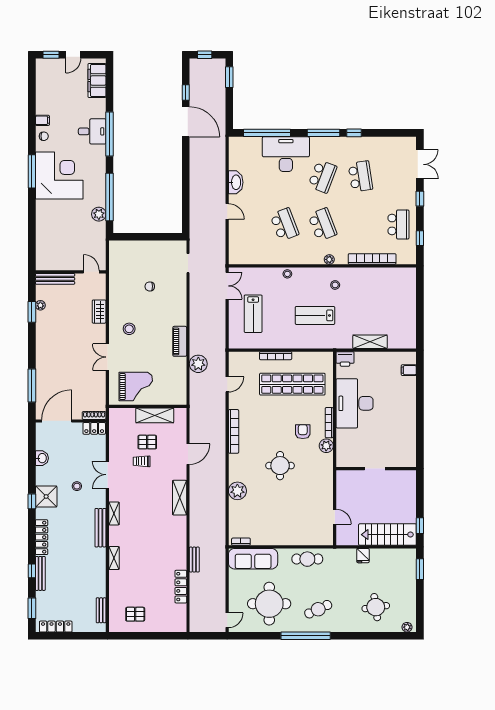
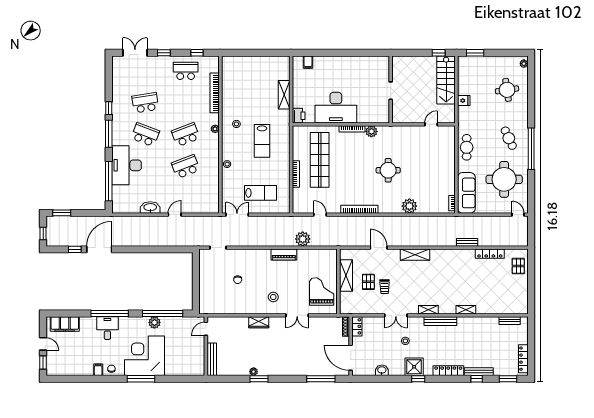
plant: (99, 214) -> (154, 322), moved
wall: (71, 272) -> (206, 346), moved
door: (91, 272) -> (206, 329), moved
bench: (55, 279) -> (212, 359), moved
armchair: (303, 432) -> (360, 151), removed
pallet: (135, 614) -> (518, 266), moved

